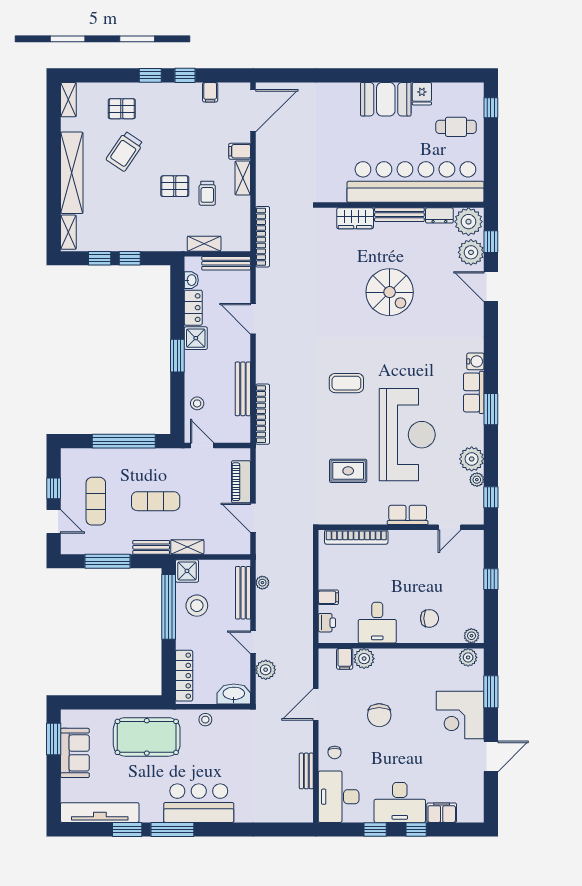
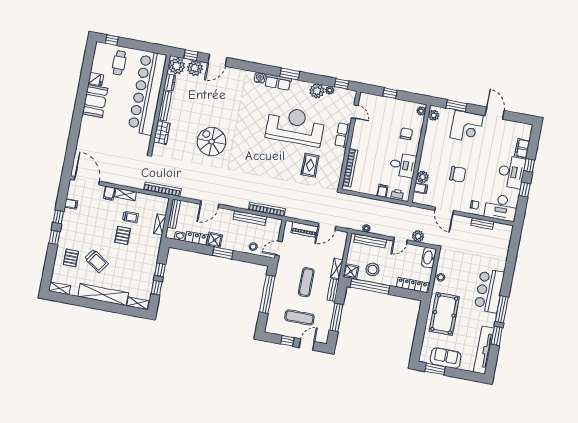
spiral stairs: (390, 292) -> (212, 142), moved, turned -90
coffee table: (346, 383) -> (258, 156), removed

